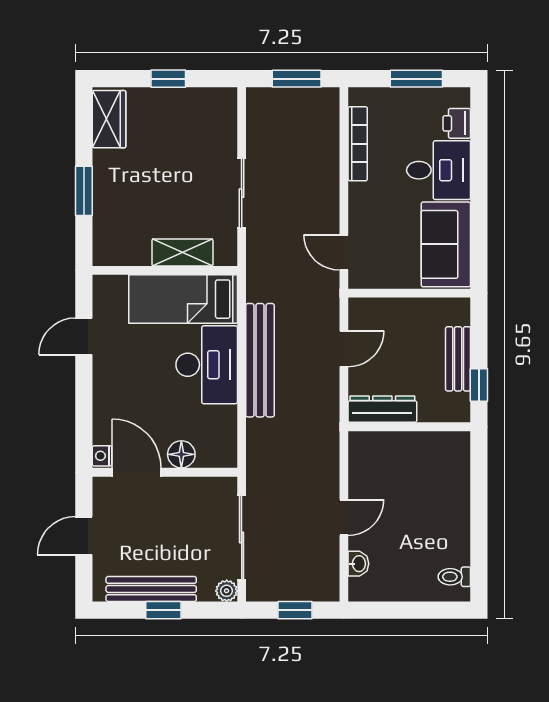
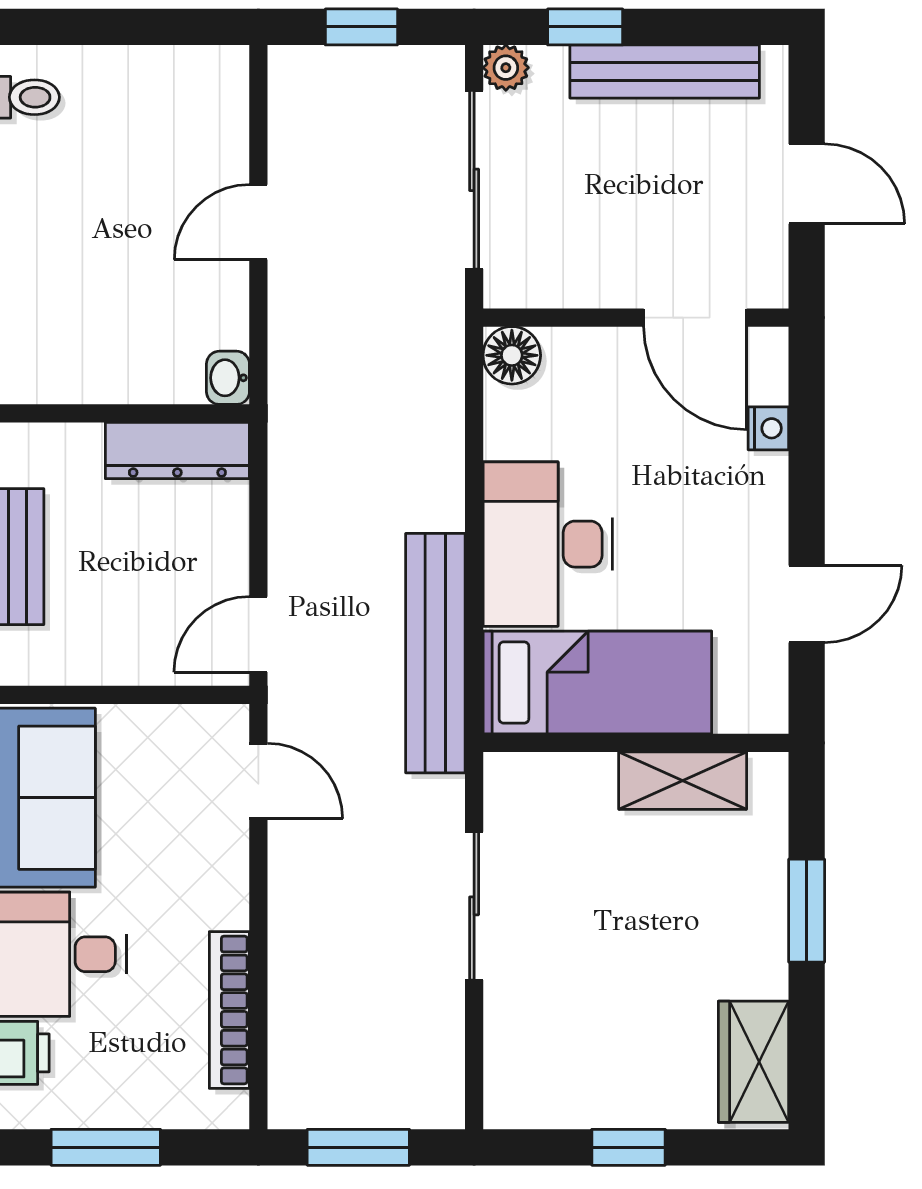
shelving: (182, 253) -> (683, 781), moved
door: (344, 349) -> (258, 634), moved
bench: (260, 360) -> (435, 653), moved
floor lamp: (181, 454) -> (512, 355), moved
nightstand: (102, 456) -> (768, 428), moved
door: (84, 536) -> (807, 184), hinge flipped
washbasin: (358, 564) -> (228, 378), moved
window: (163, 610) -> (585, 27), moved

